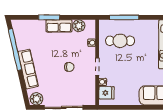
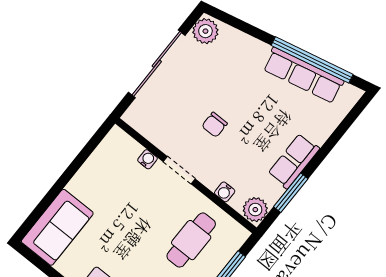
window: (49, 17) -> (291, 193), moved
plant: (79, 26) -> (255, 210), moved
row of seats: (28, 69) -> (303, 75), moved
fridge: (106, 93) -> (125, 151), removed

